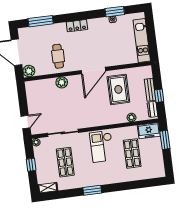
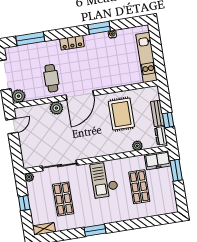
window: (115, 12) -> (99, 28), moved
door: (93, 71) -> (80, 95), moved
door: (26, 122) -> (12, 126), moved

